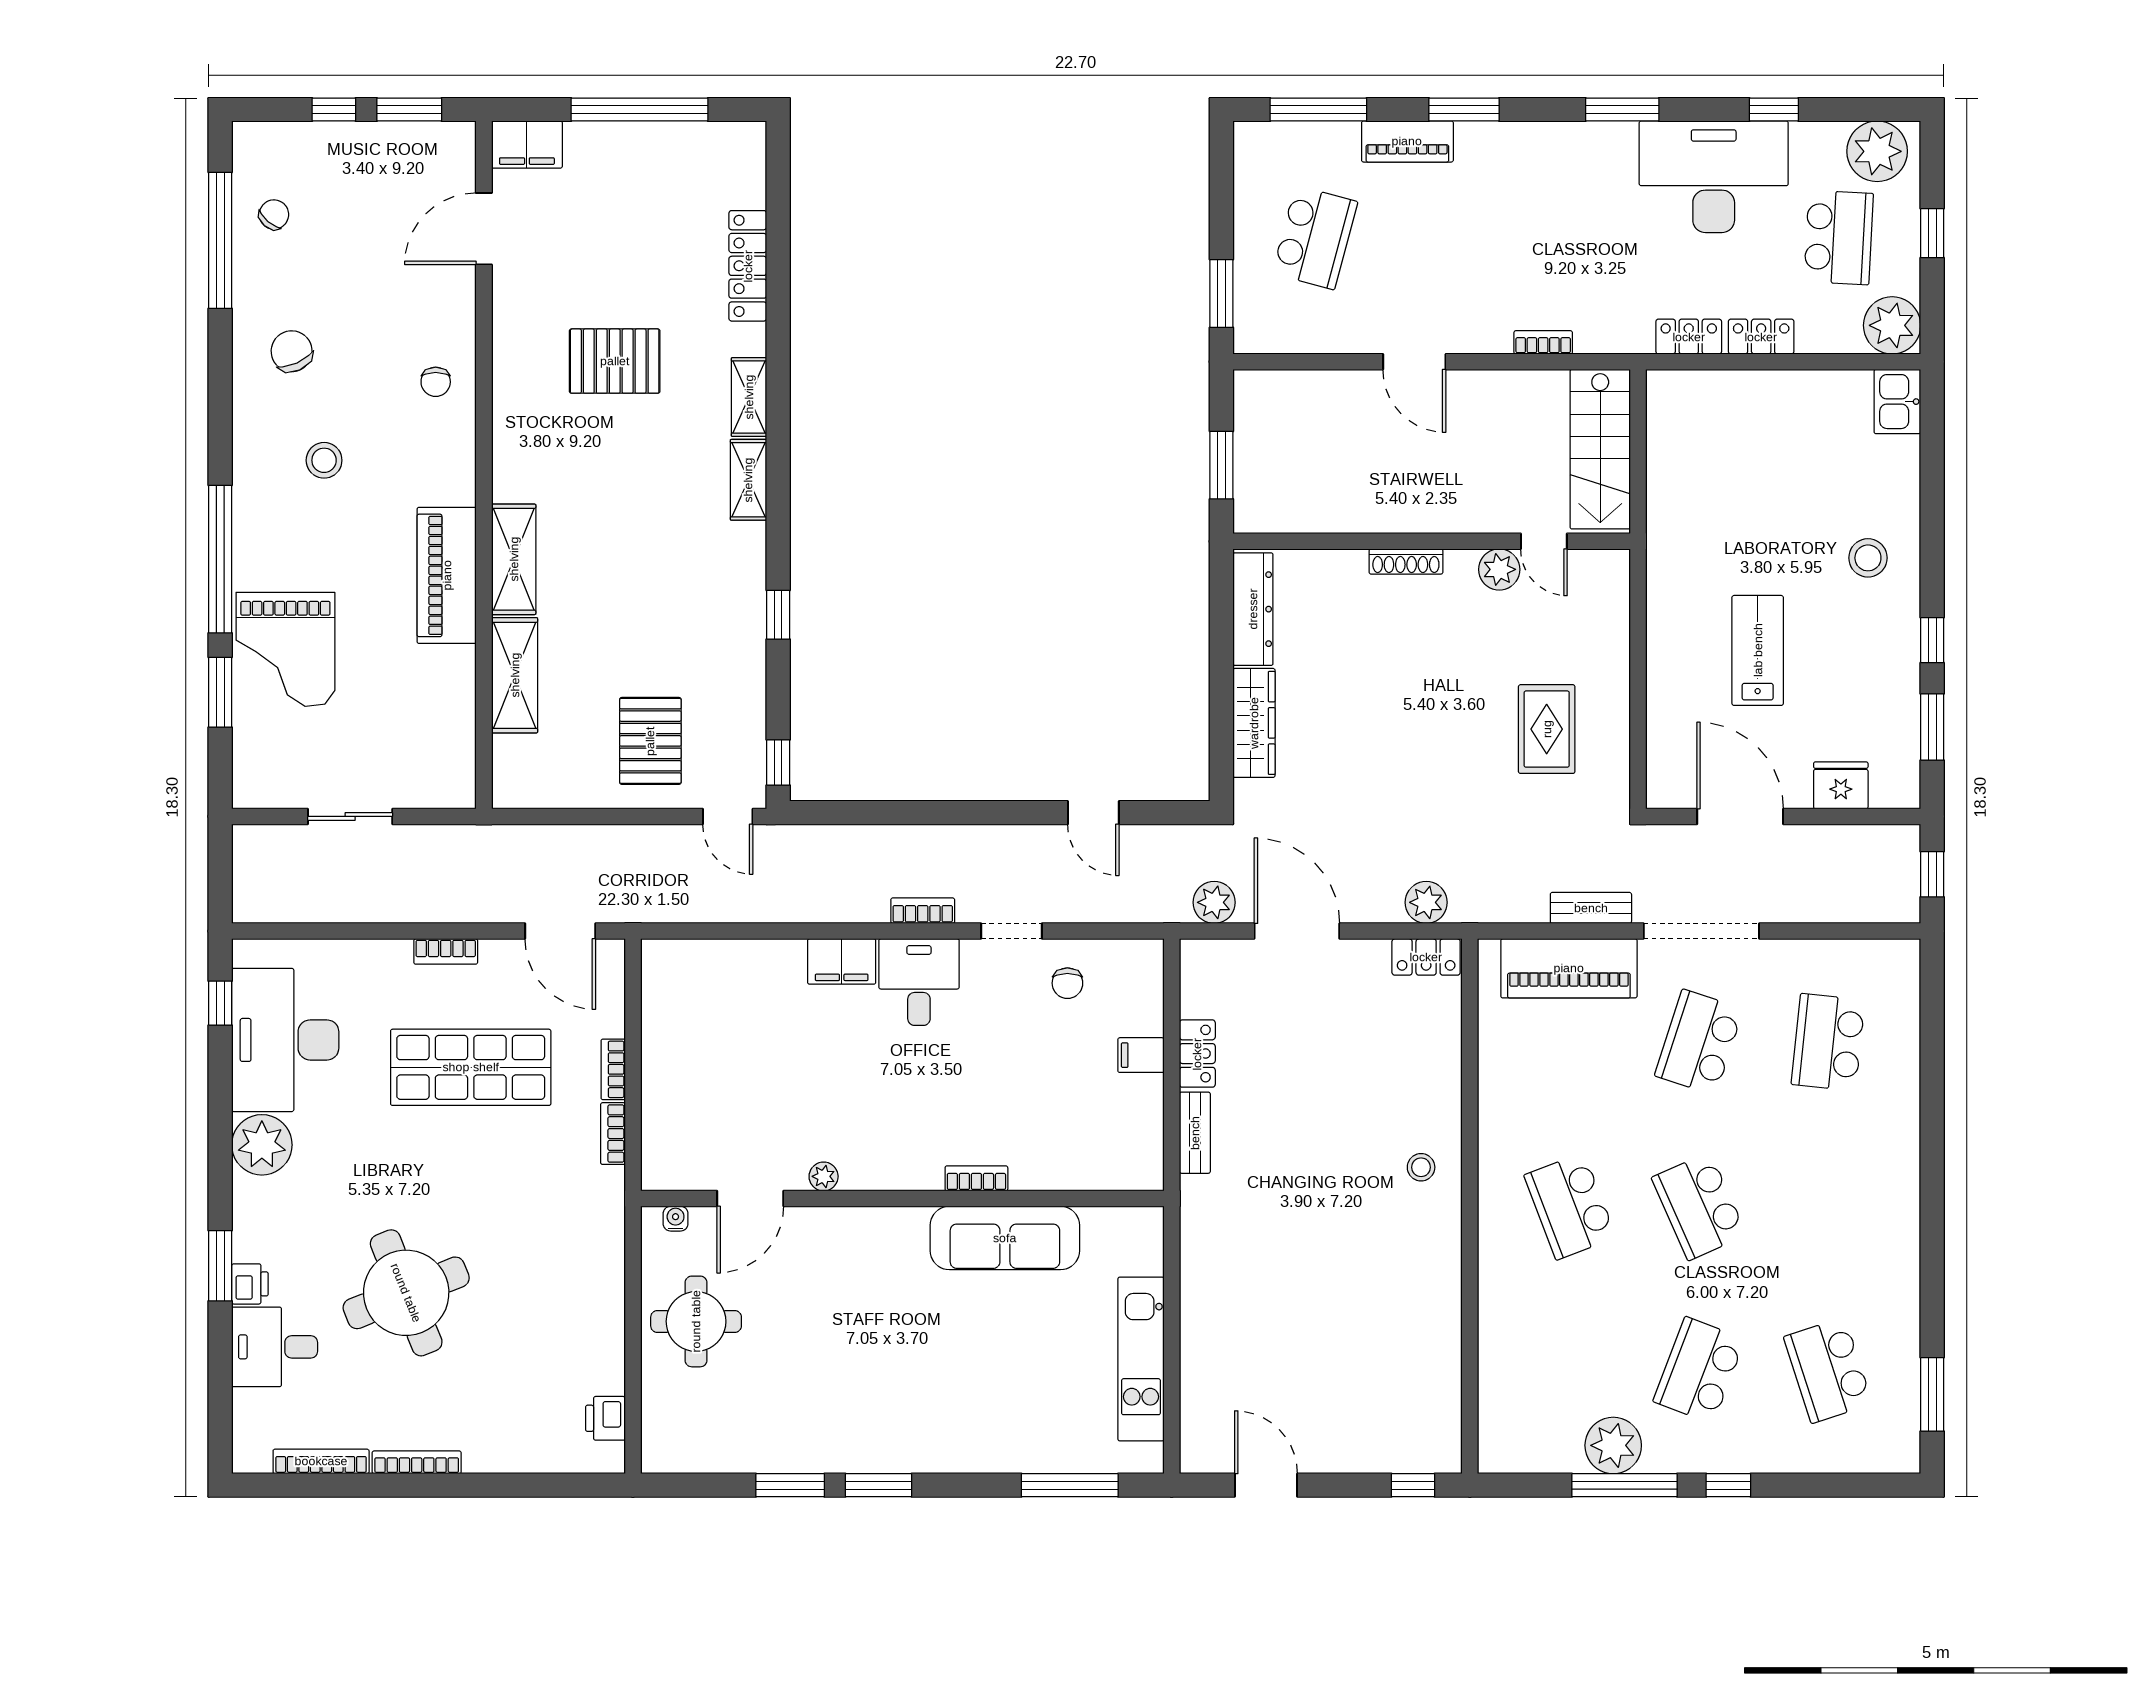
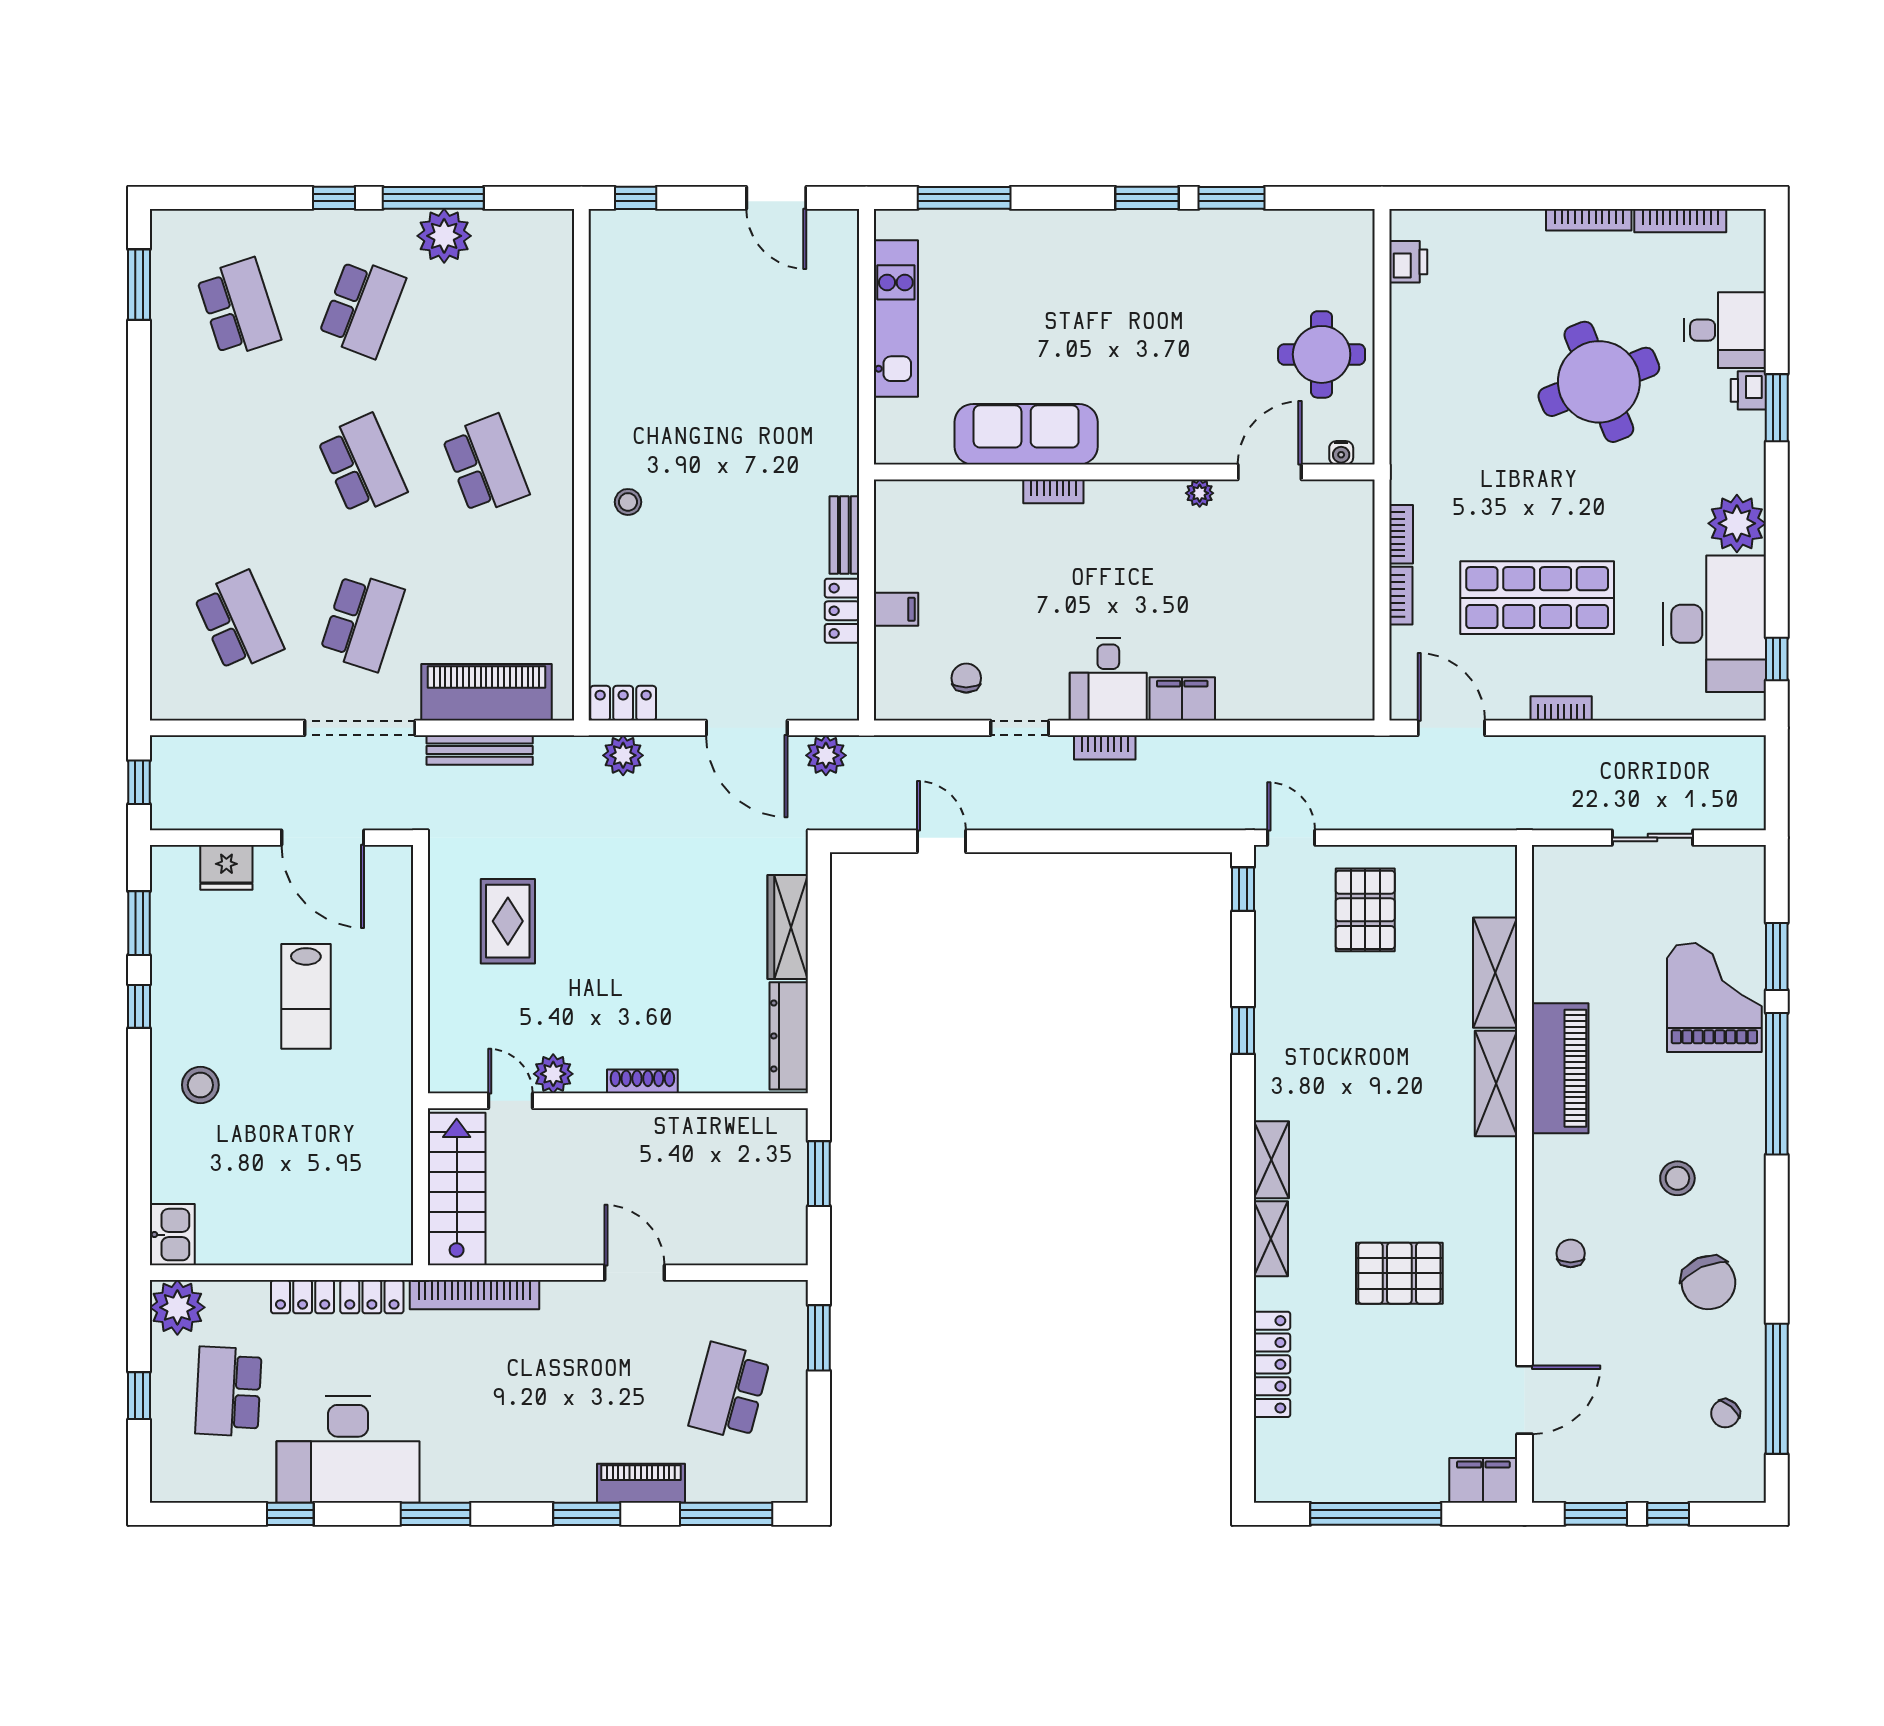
plant: (1877, 151) -> (192, 1474), removed
bookcase: (1543, 342) -> (474, 1295), width x2.31, depth x1.31
chair: (292, 351) -> (1708, 1283), width x1.37, depth x1.37
bench: (1591, 908) -> (480, 750), width x1.36
school desk: (1828, 1042) -> (239, 622), turned -30

